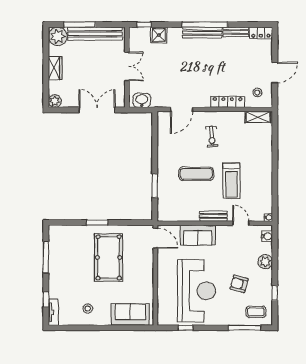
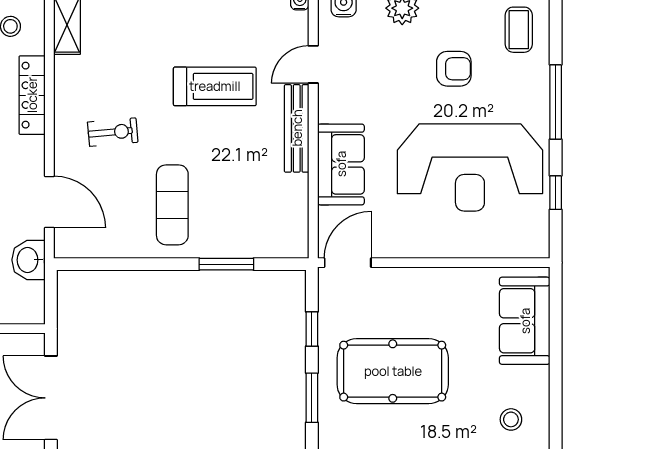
washbasin: (142, 100) -> (28, 260), moved
exercise mat: (196, 174) -> (172, 205), moved
bench: (213, 216) -> (297, 128), width x1.36
window: (127, 223) -> (312, 329), added
armchair: (239, 284) -> (454, 69), turned -105
reception desk: (196, 291) -> (470, 167), turned 180
window: (245, 328) -> (556, 102), moved

